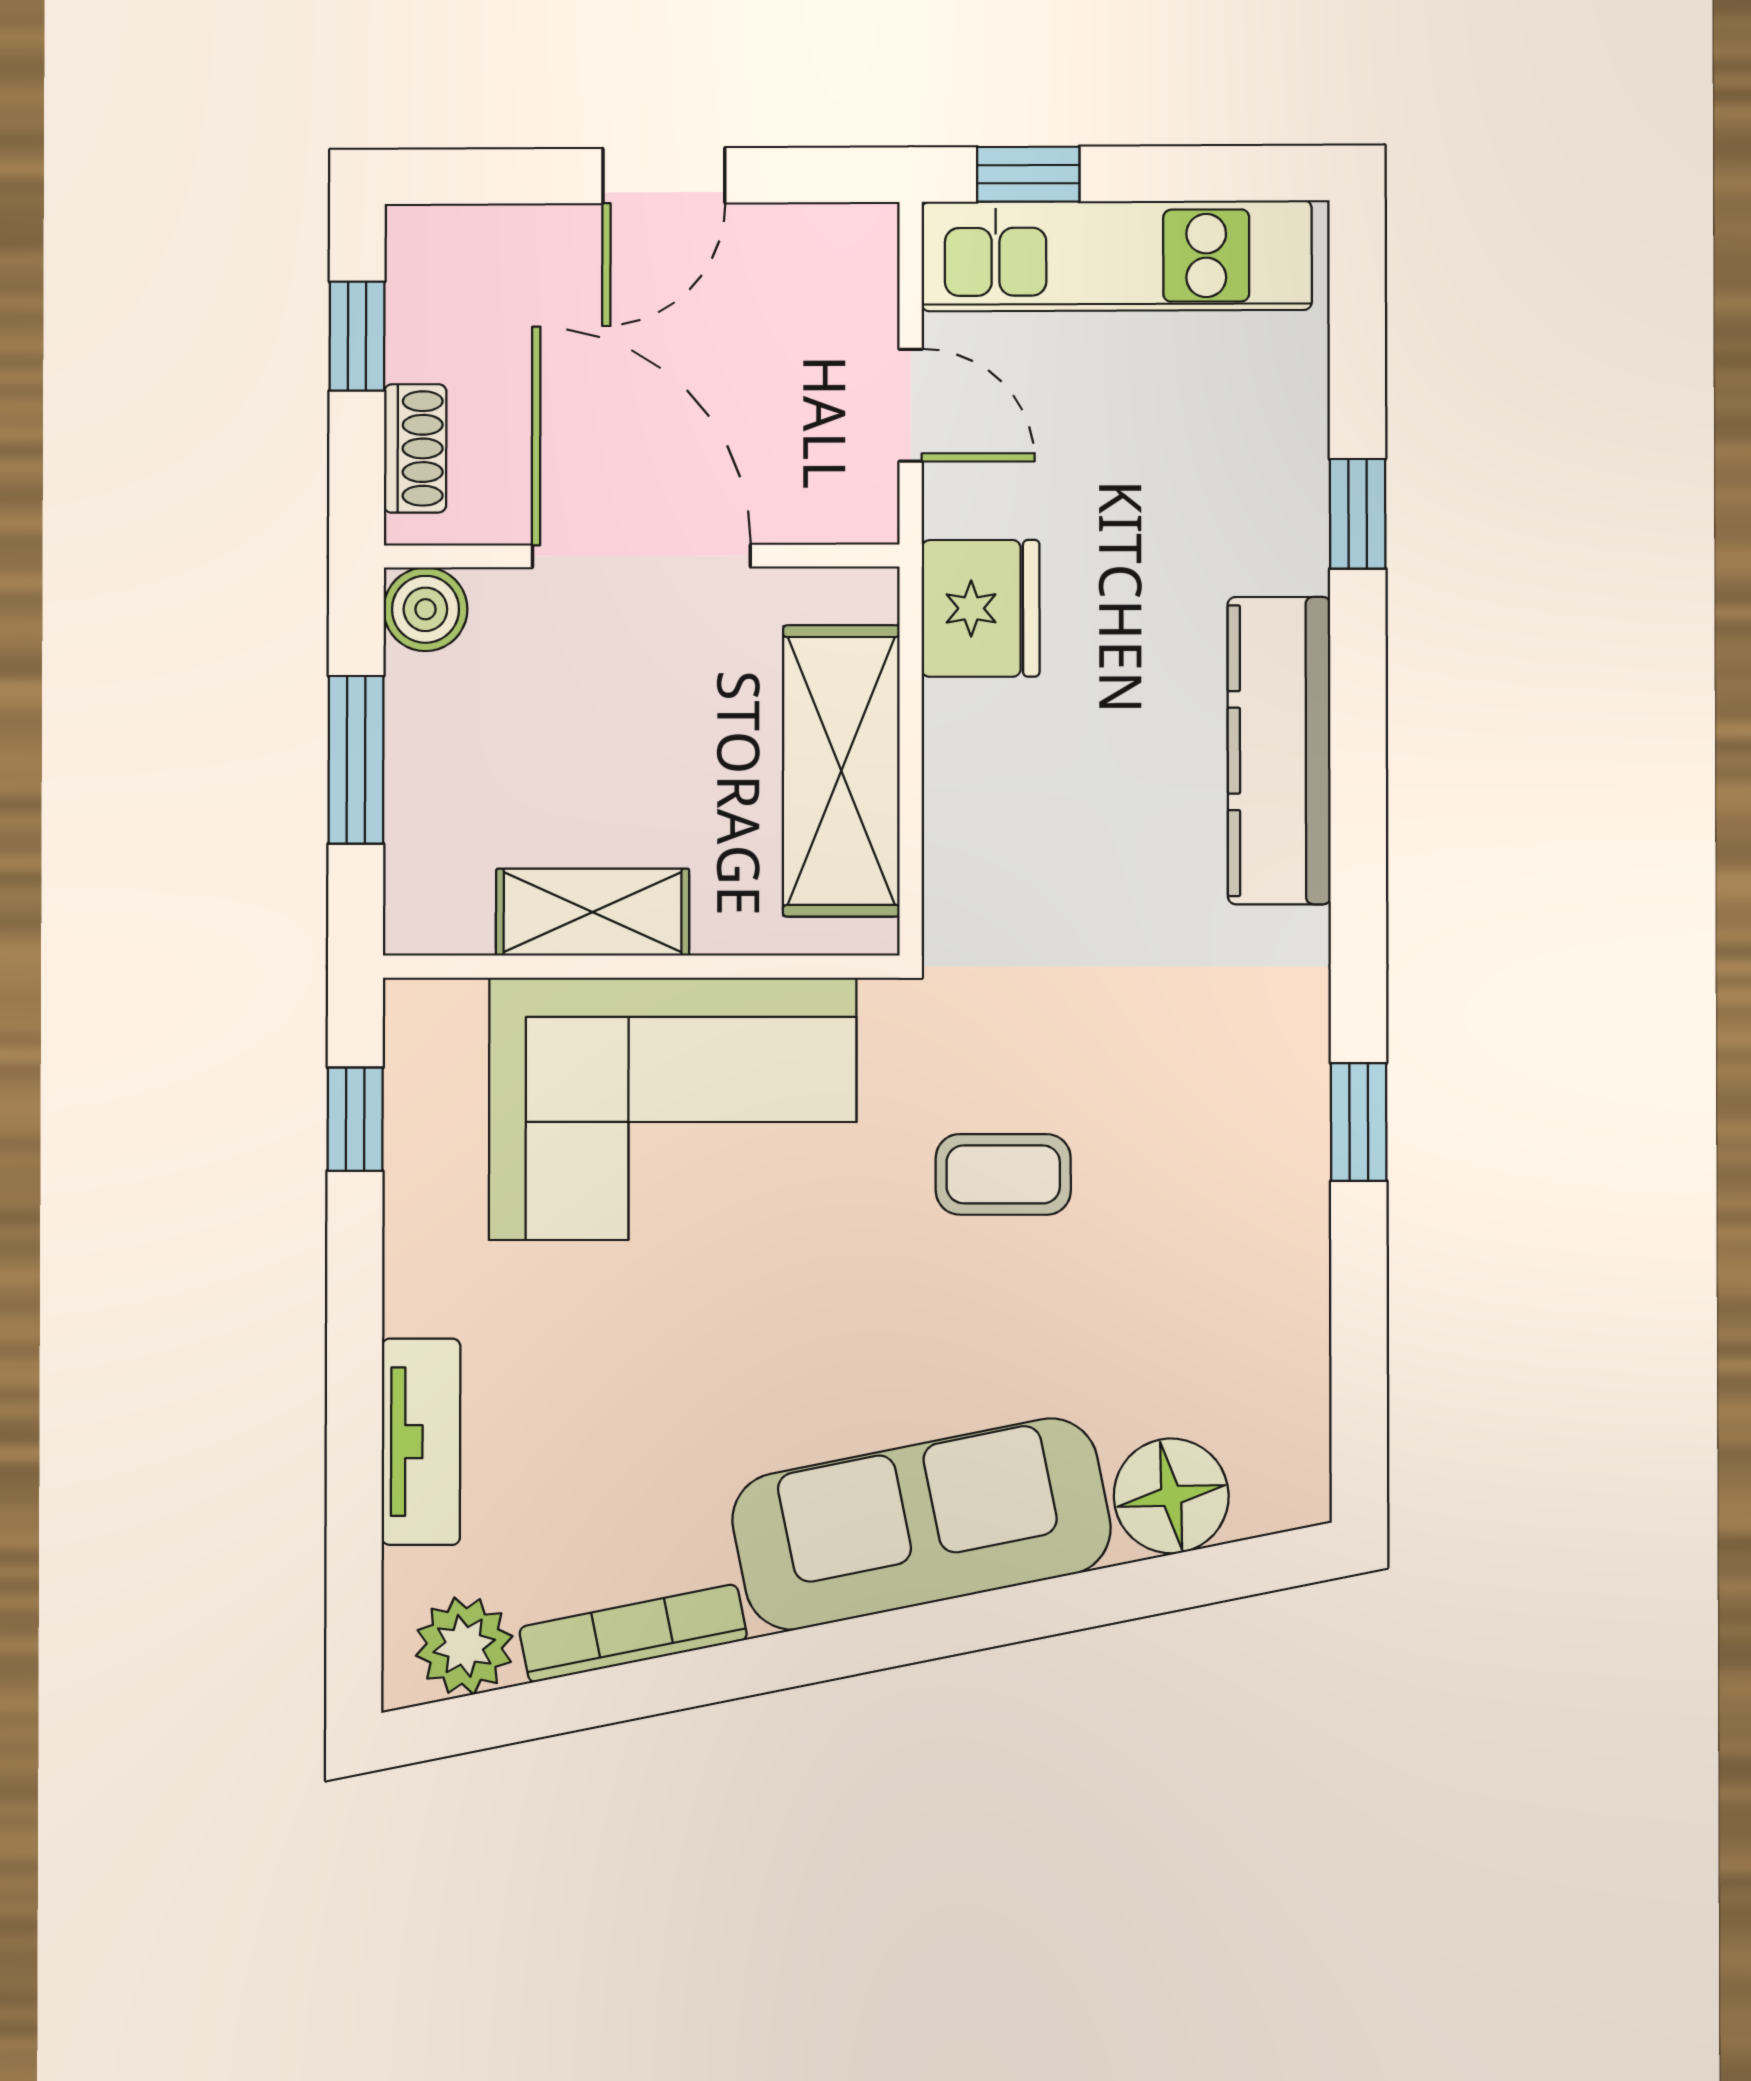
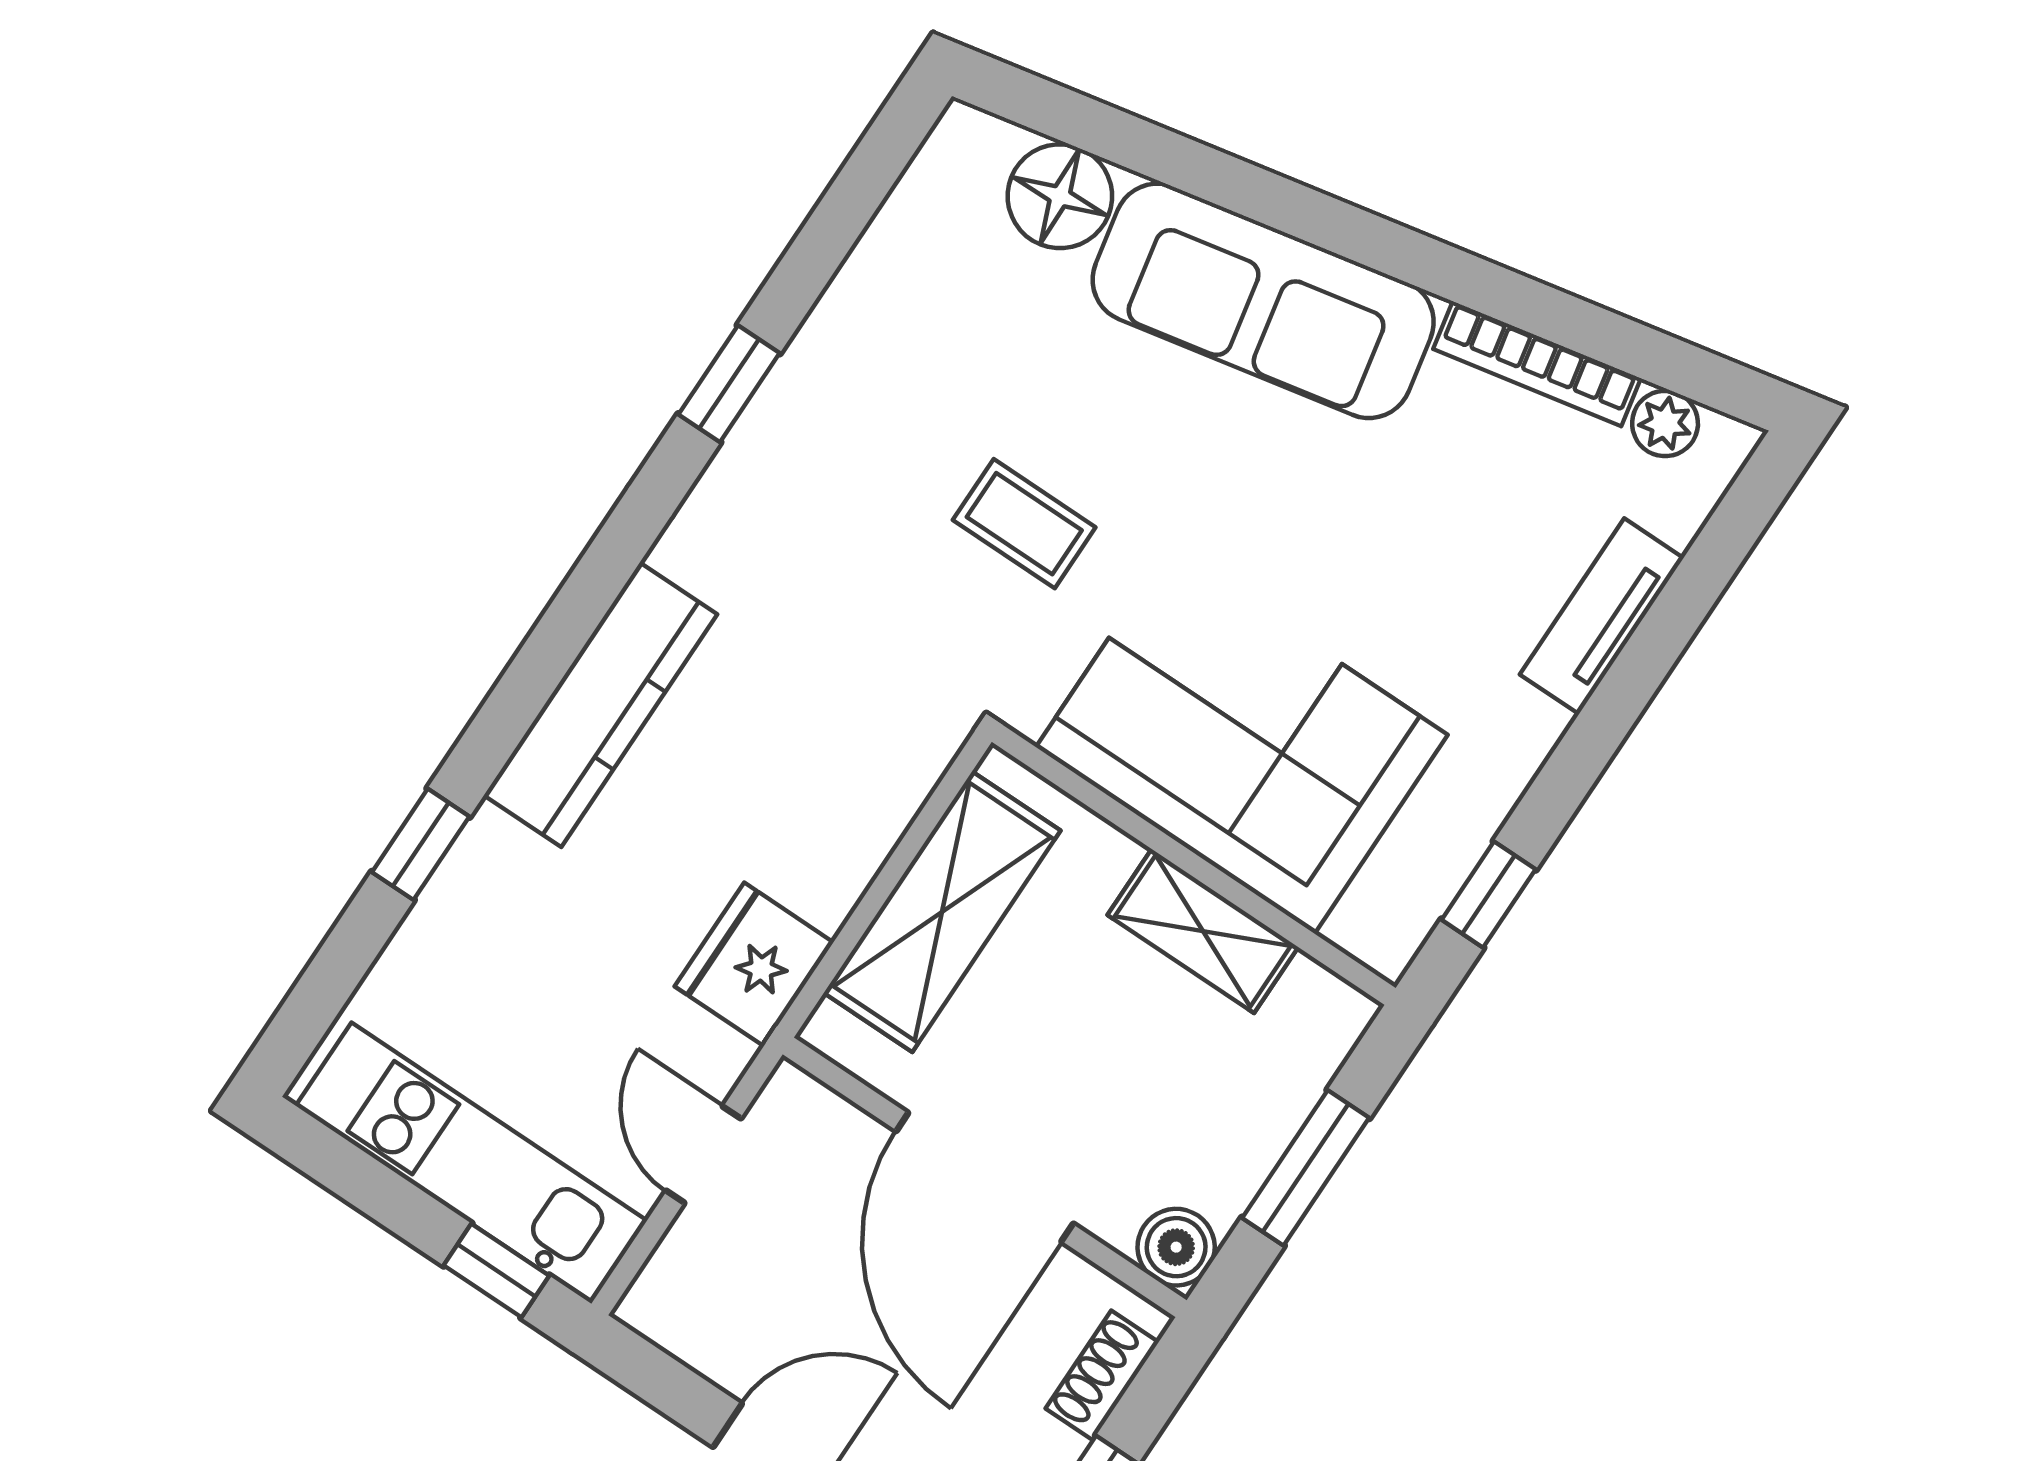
plant: (464, 1646) -> (1665, 424), width x0.73, depth x0.73

